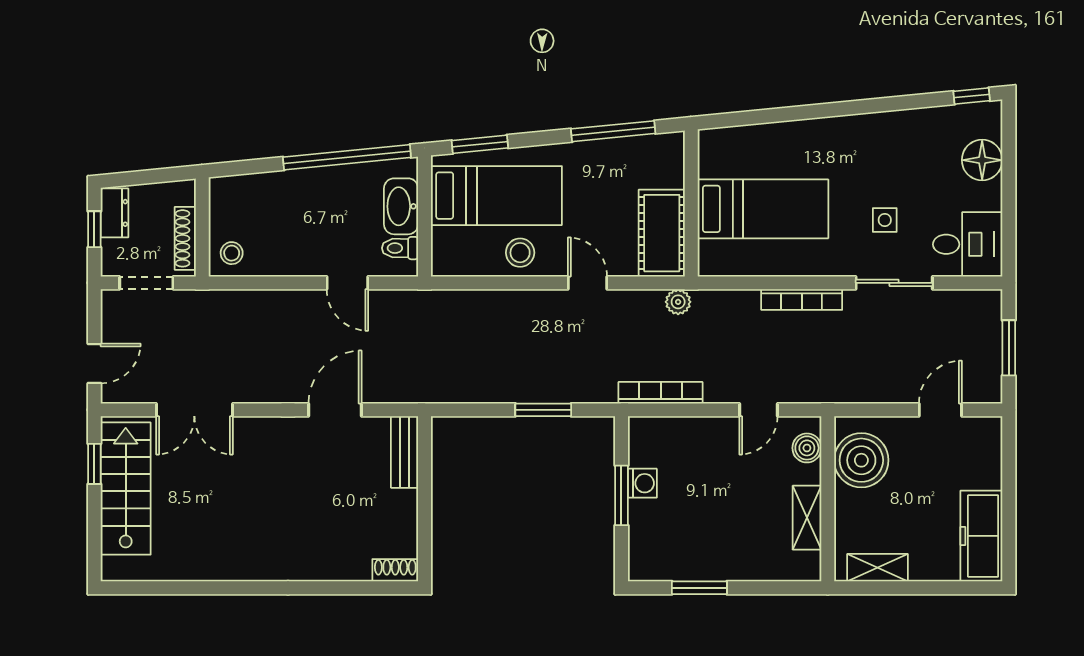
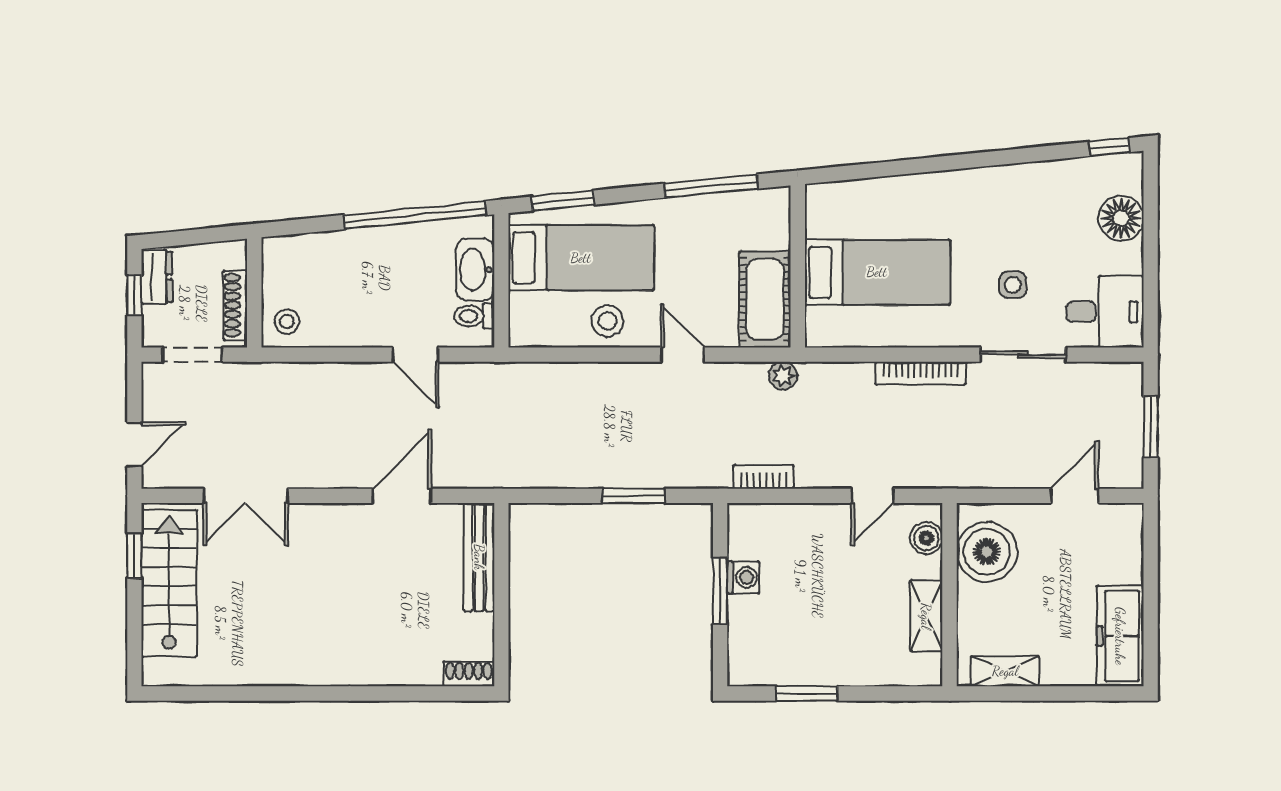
bookcase: (661, 393) -> (764, 477), width x0.64
bench: (405, 452) -> (479, 557), width x1.36

